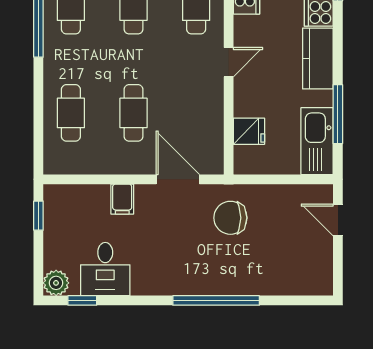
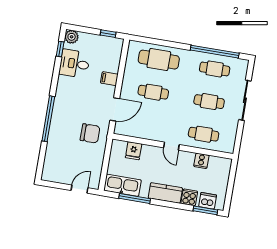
cafe table: (71, 113) -> (159, 60), width x1.37, depth x1.35
chair: (230, 218) -> (90, 133), turned 90

